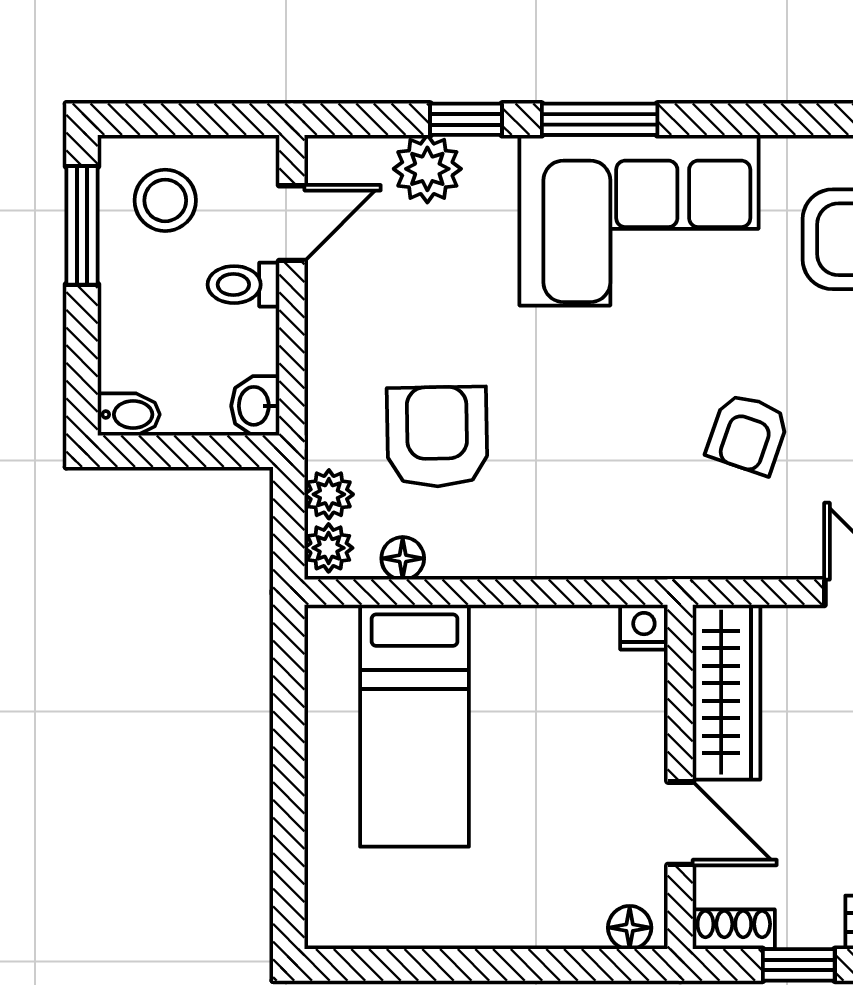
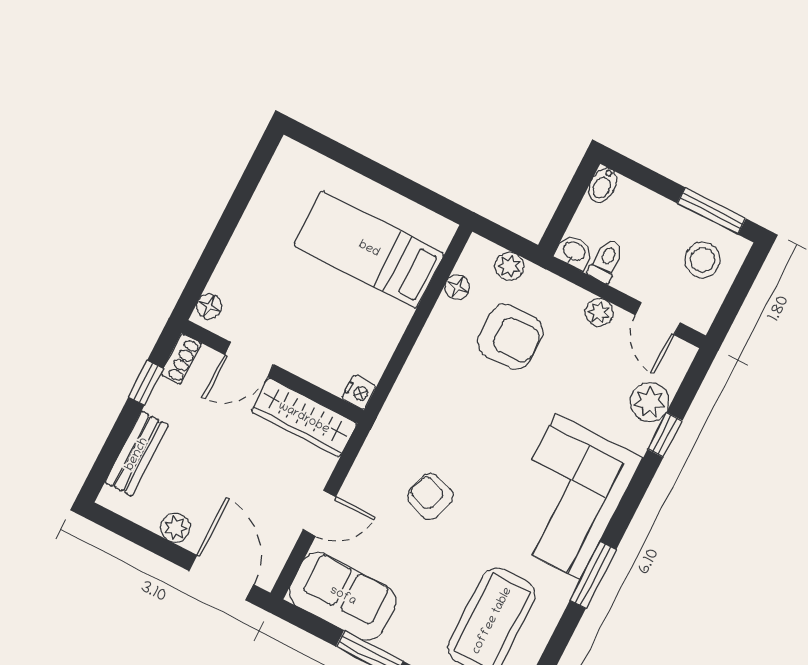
window: (600, 119) -> (593, 575), moved
toilet: (243, 285) -> (606, 261), moved
plant: (329, 548) -> (599, 312), moved

